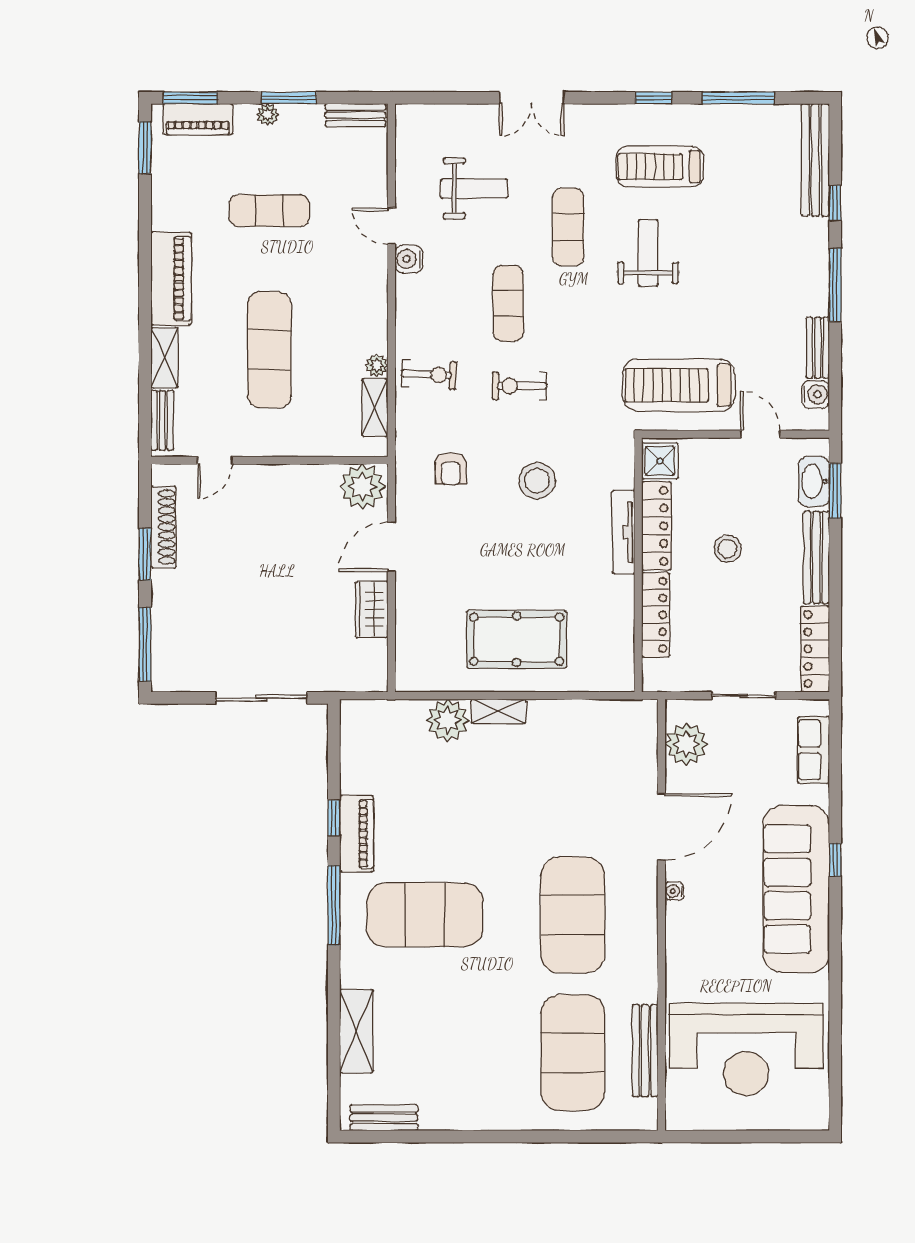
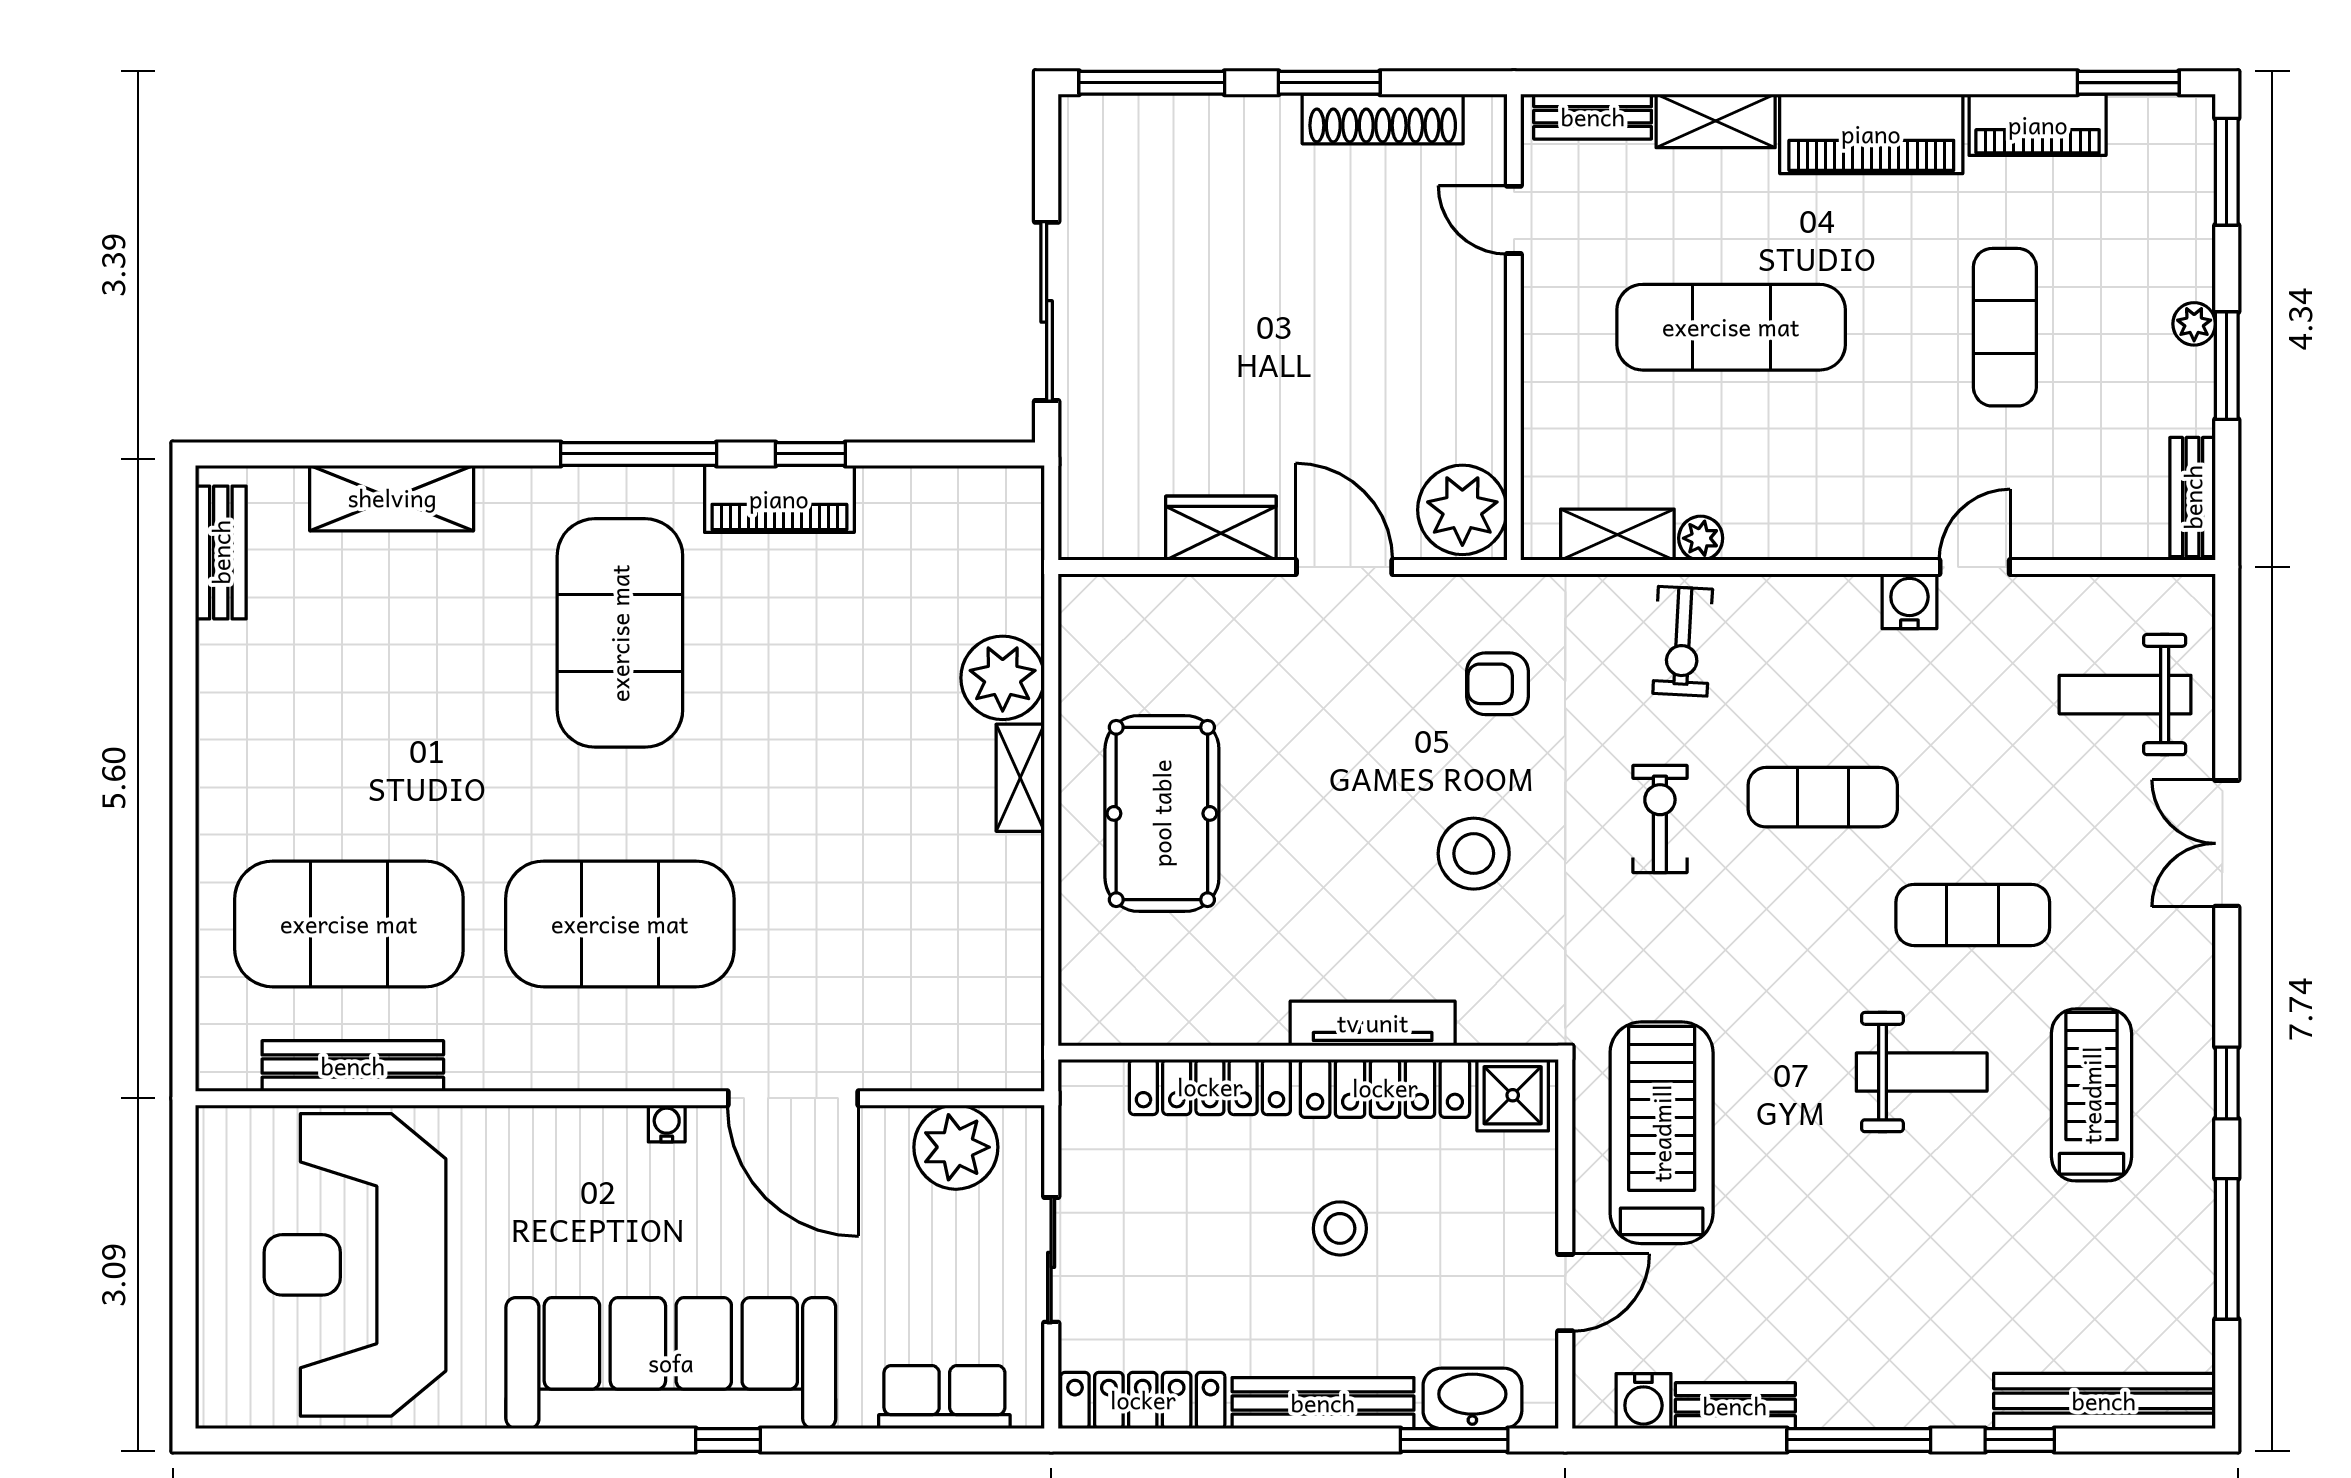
piano: (198, 119) -> (2038, 125), moved, turned -90
weight bench: (474, 188) -> (2125, 695), moved, turned 90

